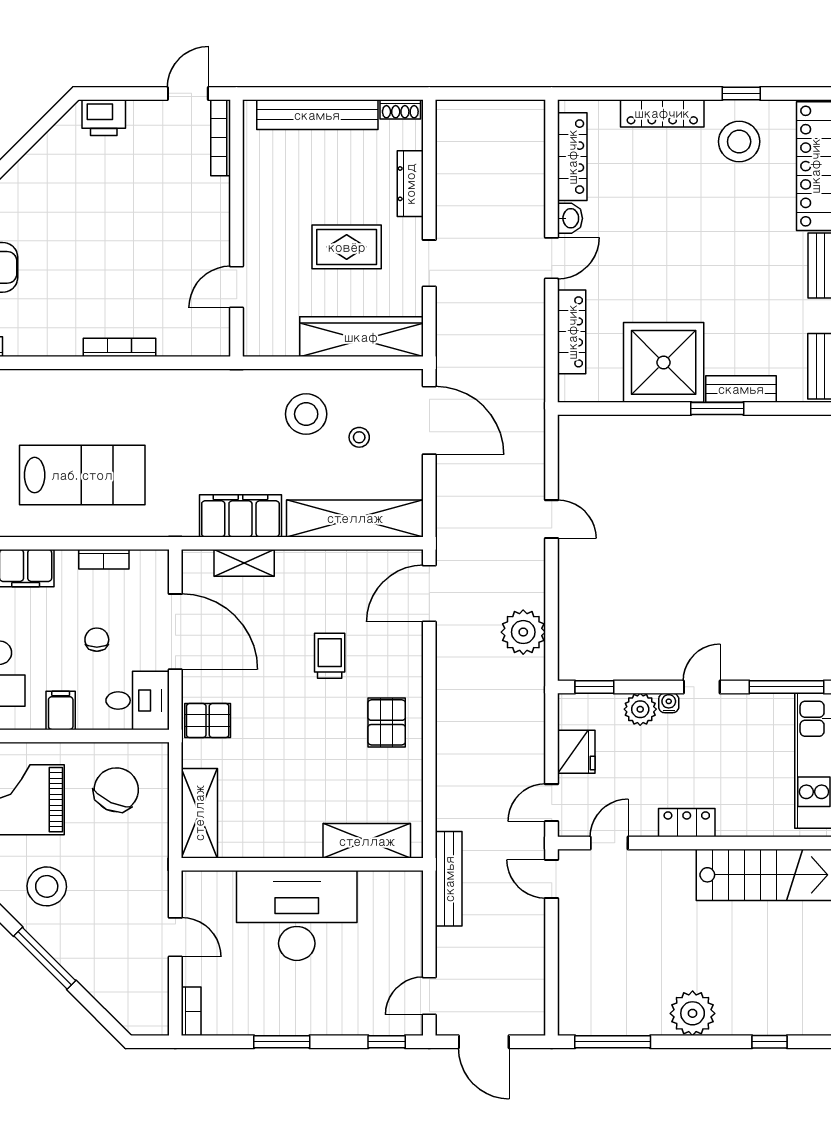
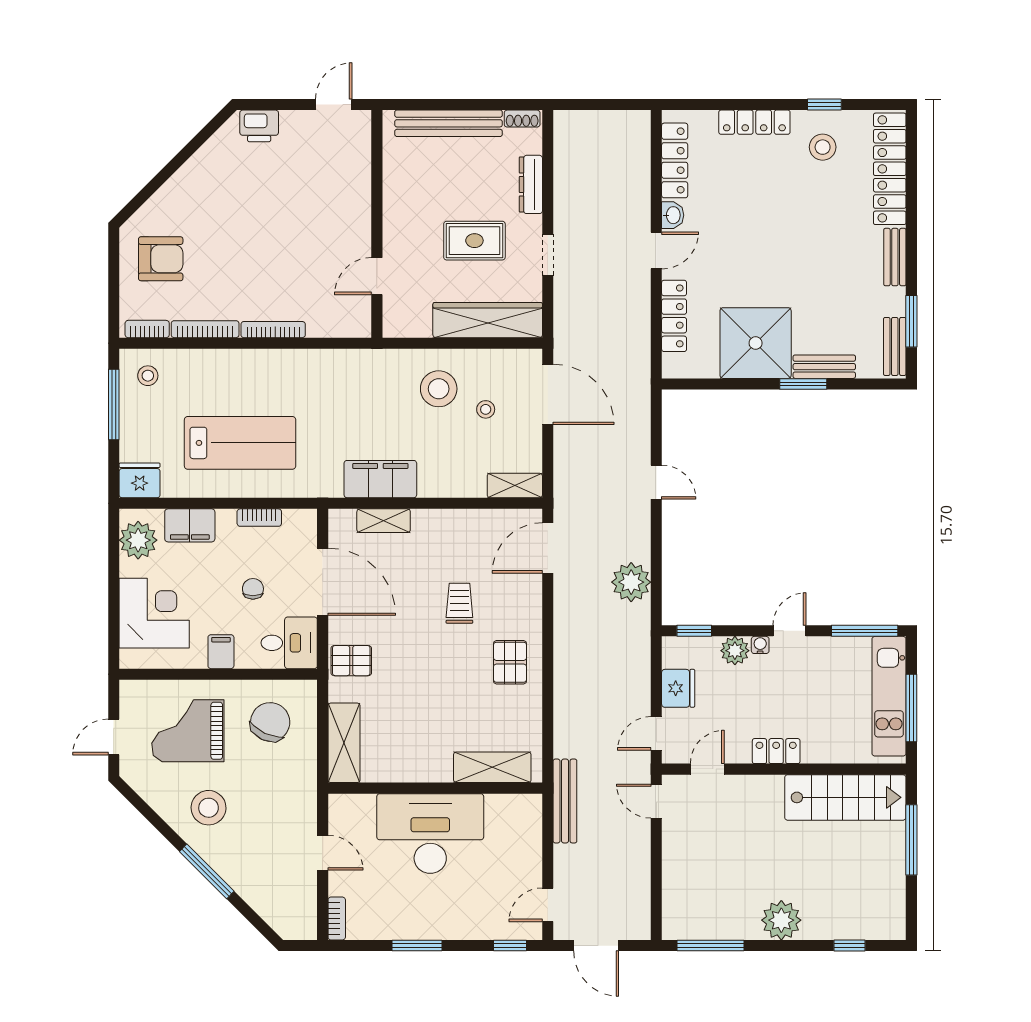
bookcase: (221, 138) -> (205, 329), moved, turned 90
stool: (739, 142) -> (823, 147), width x0.73, depth x0.73
shelving: (355, 518) -> (515, 485), width x0.45, depth x0.75

